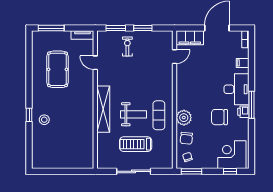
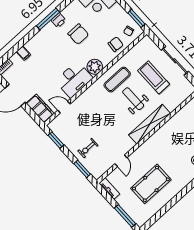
window: (143, 28) -> (56, 140), moved
desk: (237, 89) -> (74, 79), moved, turned 180
plant: (184, 118) -> (95, 67), moved
treadmill: (136, 144) -> (154, 77), turned 180

